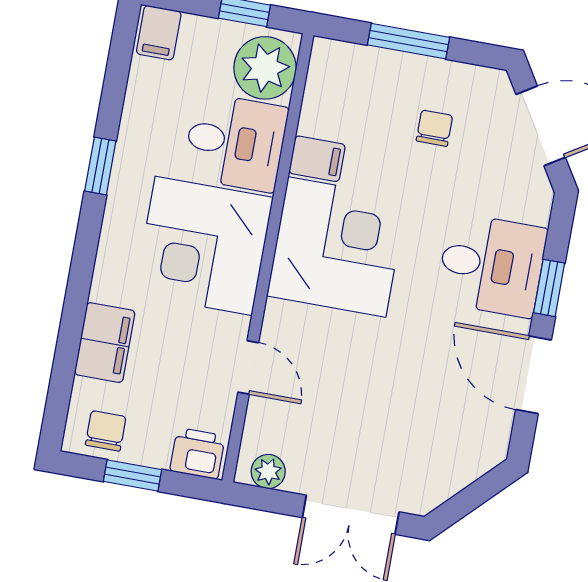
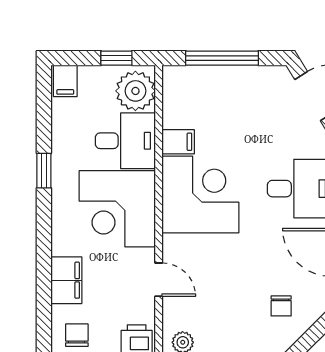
window: (408, 41) -> (222, 58), width x1.44
chair: (434, 128) -> (281, 306), moved, turned 180

